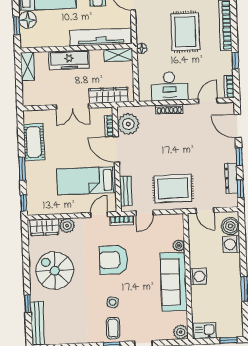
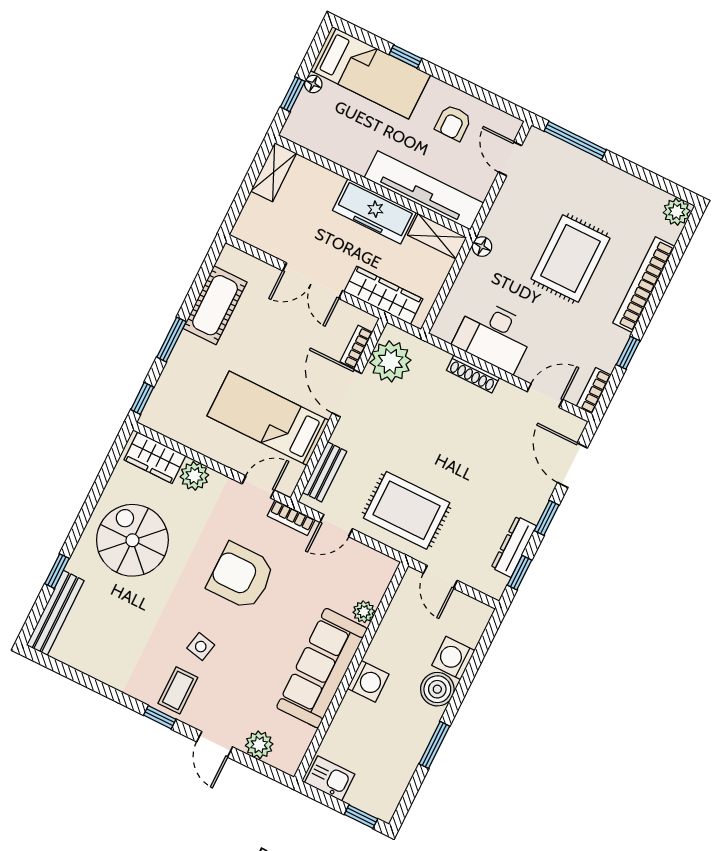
floor lamp: (28, 20) -> (313, 84), width x0.53, depth x0.53
freezer: (69, 60) -> (374, 211), moved
boiler: (230, 226) -> (437, 689), moved
plant: (181, 332) -> (259, 745), moved

